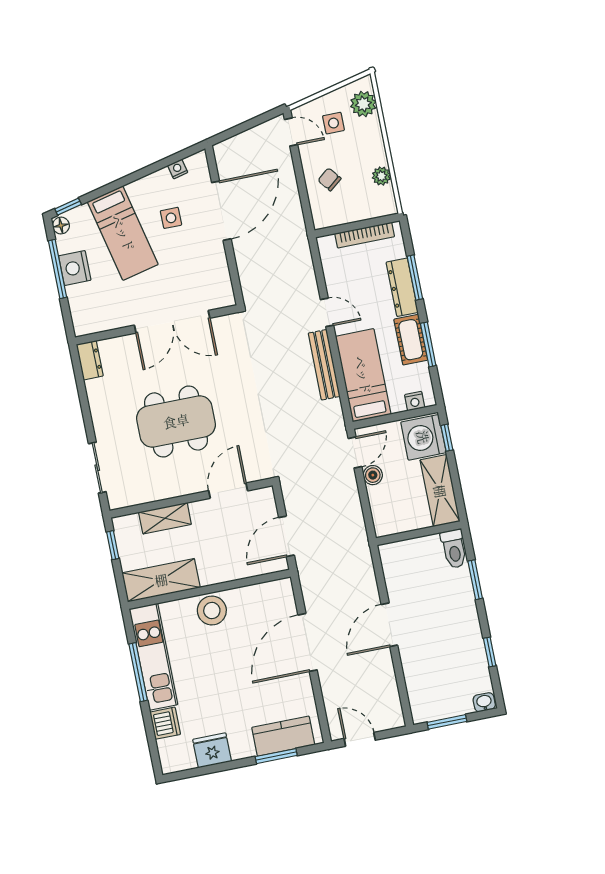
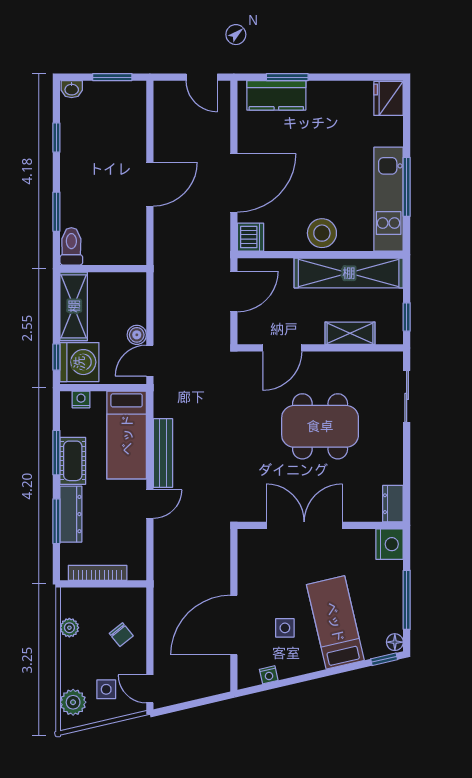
nightstand: (75, 268) -> (390, 544), moved
door: (327, 312) -> (150, 504), swing flipped
shelving: (161, 580) -> (349, 273), width x1.47
dishwasher: (165, 723) -> (250, 237), moved, turned 180
fridge: (212, 750) -> (389, 98), moved, turned 90

